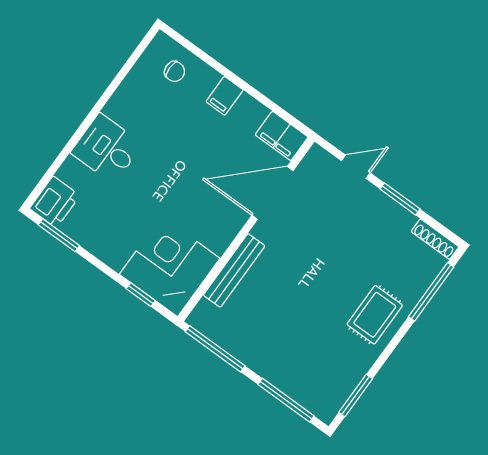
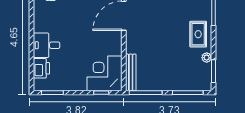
printer: (55, 202) -> (41, 68), moved
bench: (234, 270) -> (131, 72), moved
plant: (360, 364) -> (207, 58), added

